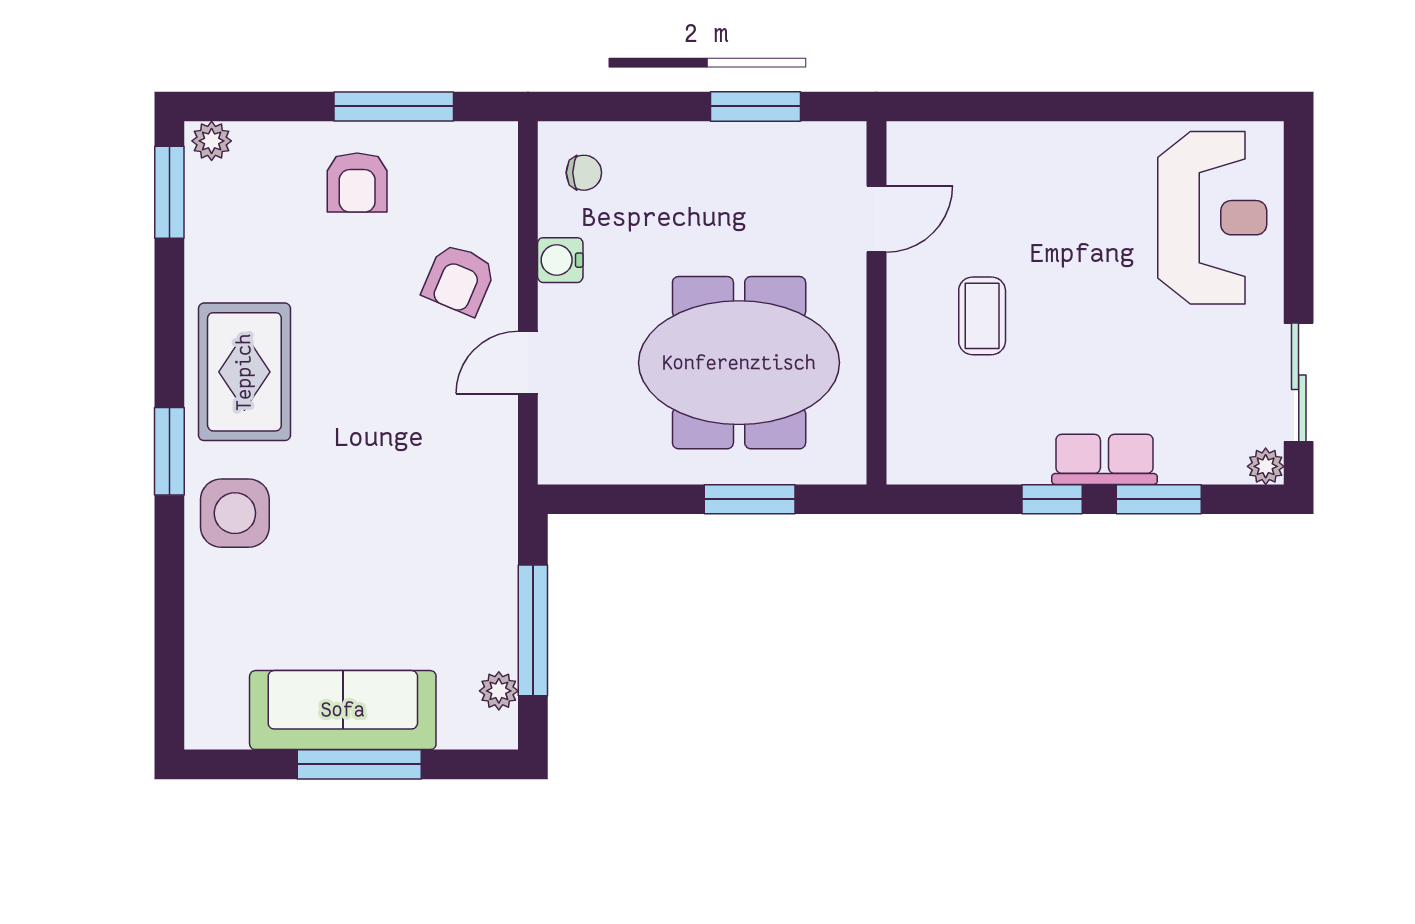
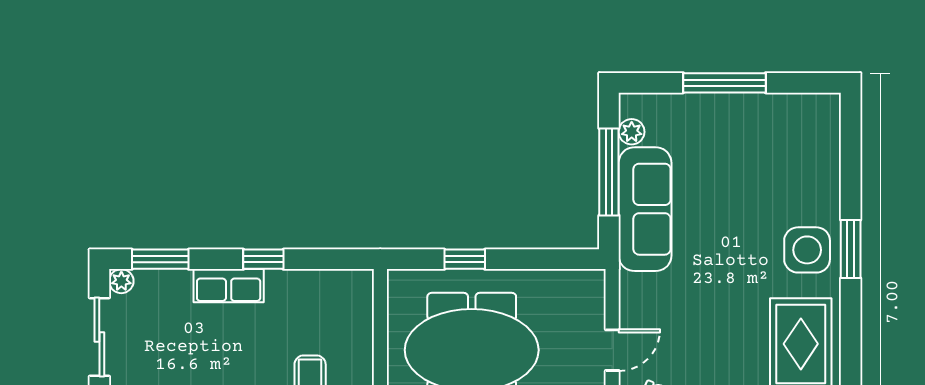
window: (169, 451) -> (851, 249), moved
window: (750, 499) -> (465, 259), width x0.67
window: (1159, 499) -> (160, 259), moved
sofa: (343, 710) -> (645, 209), moved, turned -90

